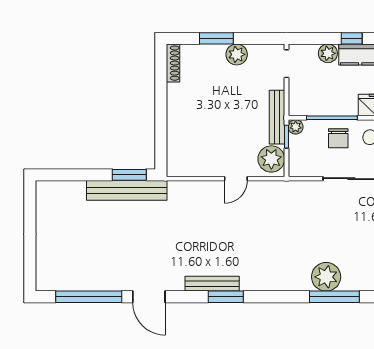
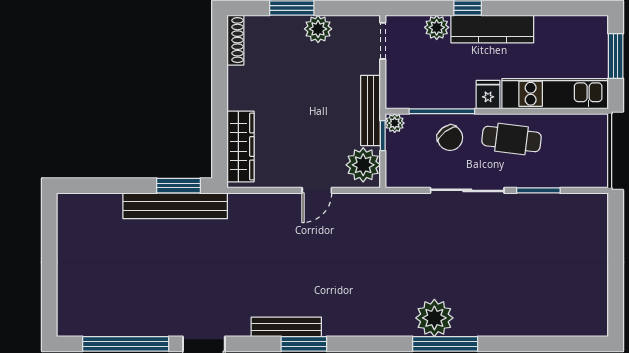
chair: (338, 138) -> (450, 138), turned -38
wardrobe: (177, 145) -> (240, 146), added

